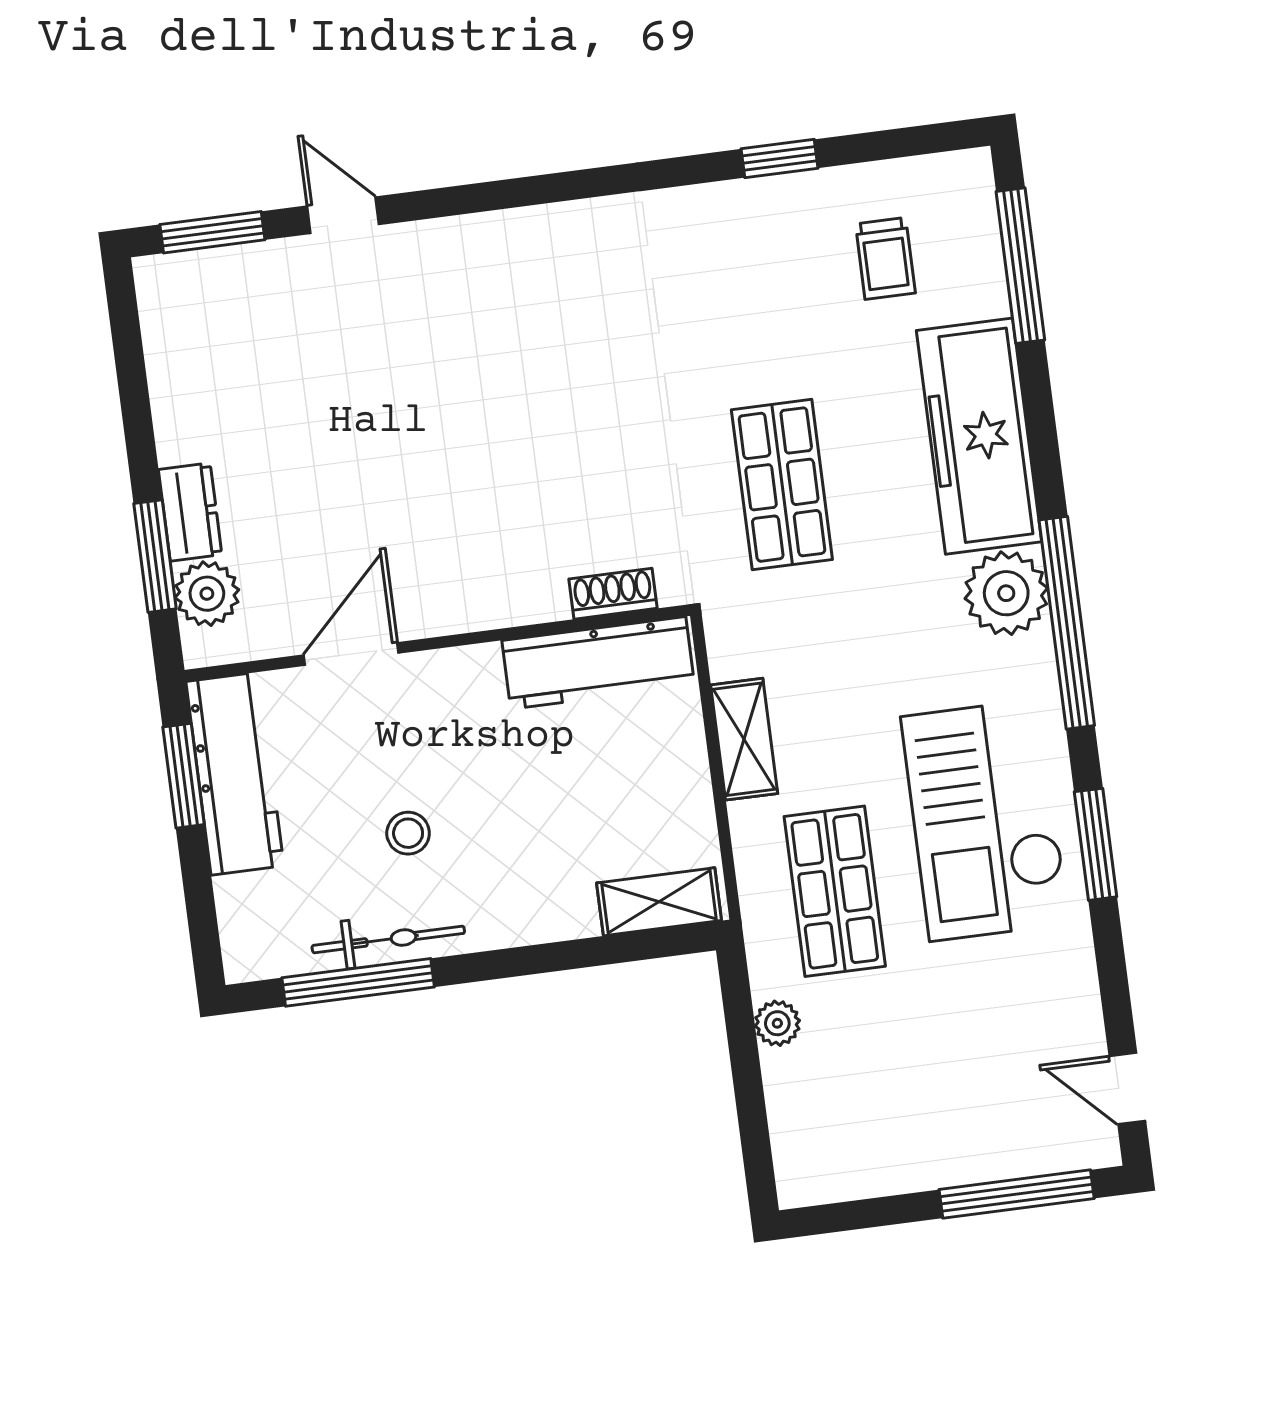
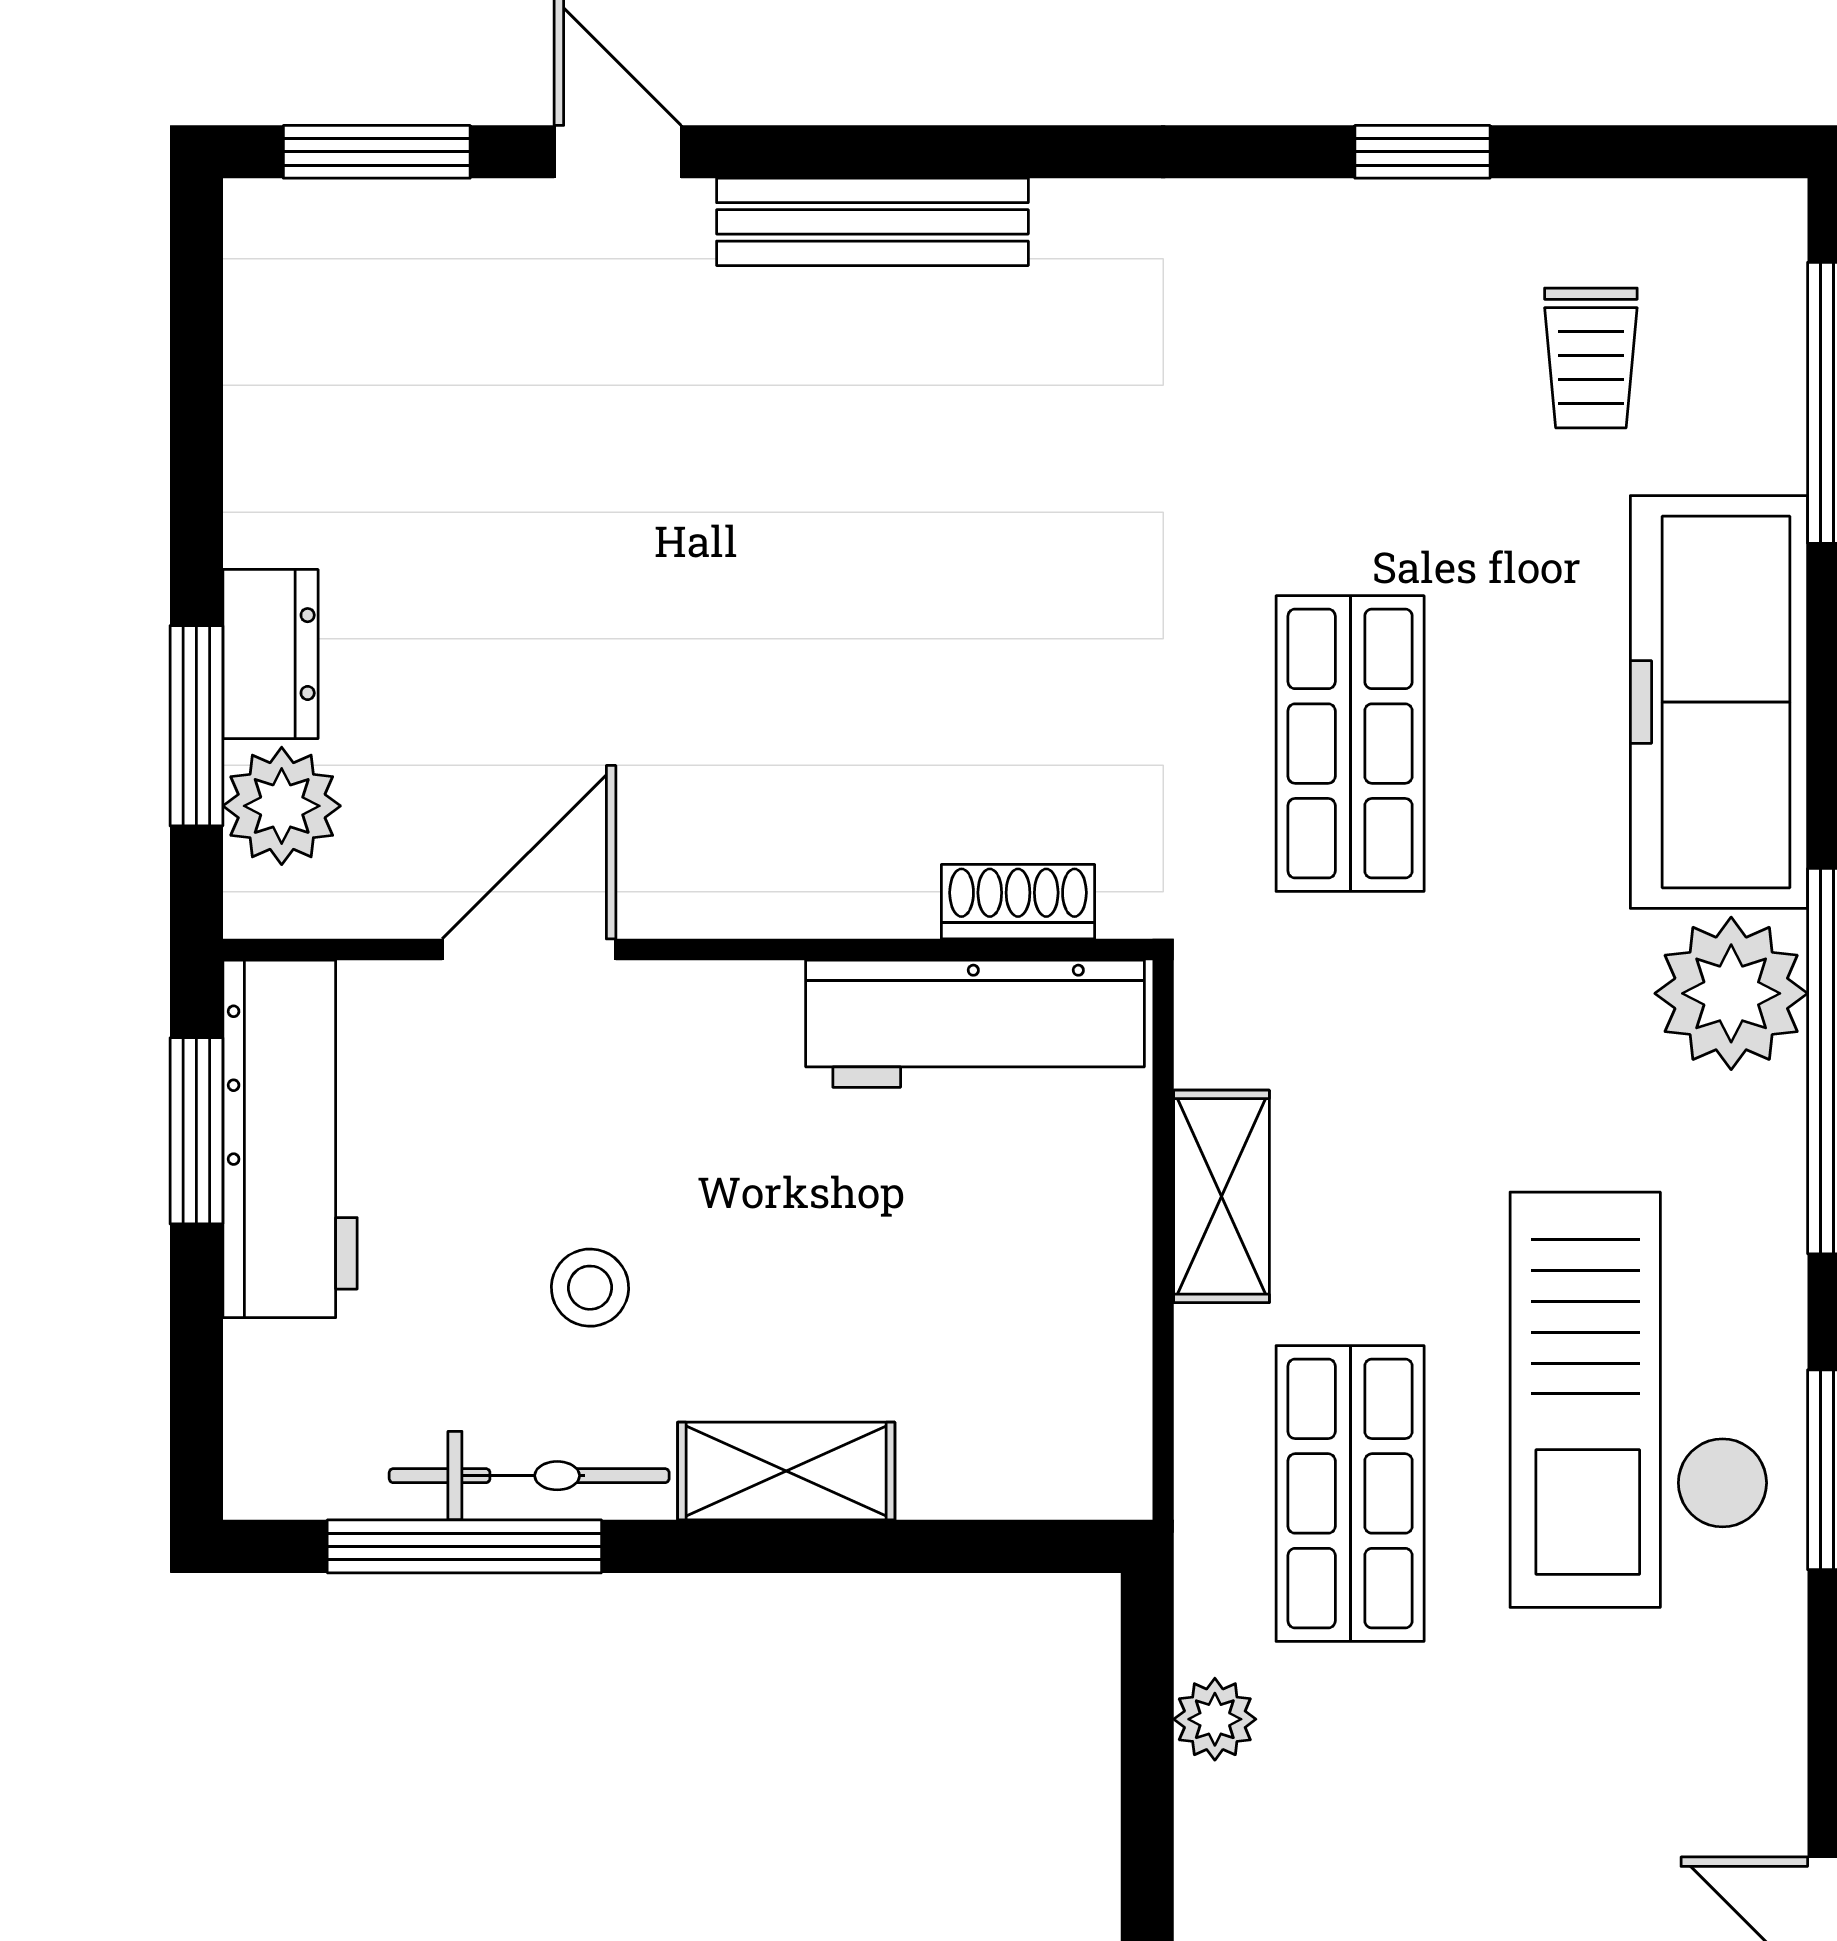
bench: (486, 235) -> (872, 222), added
shelving: (659, 902) -> (786, 1471), moved

